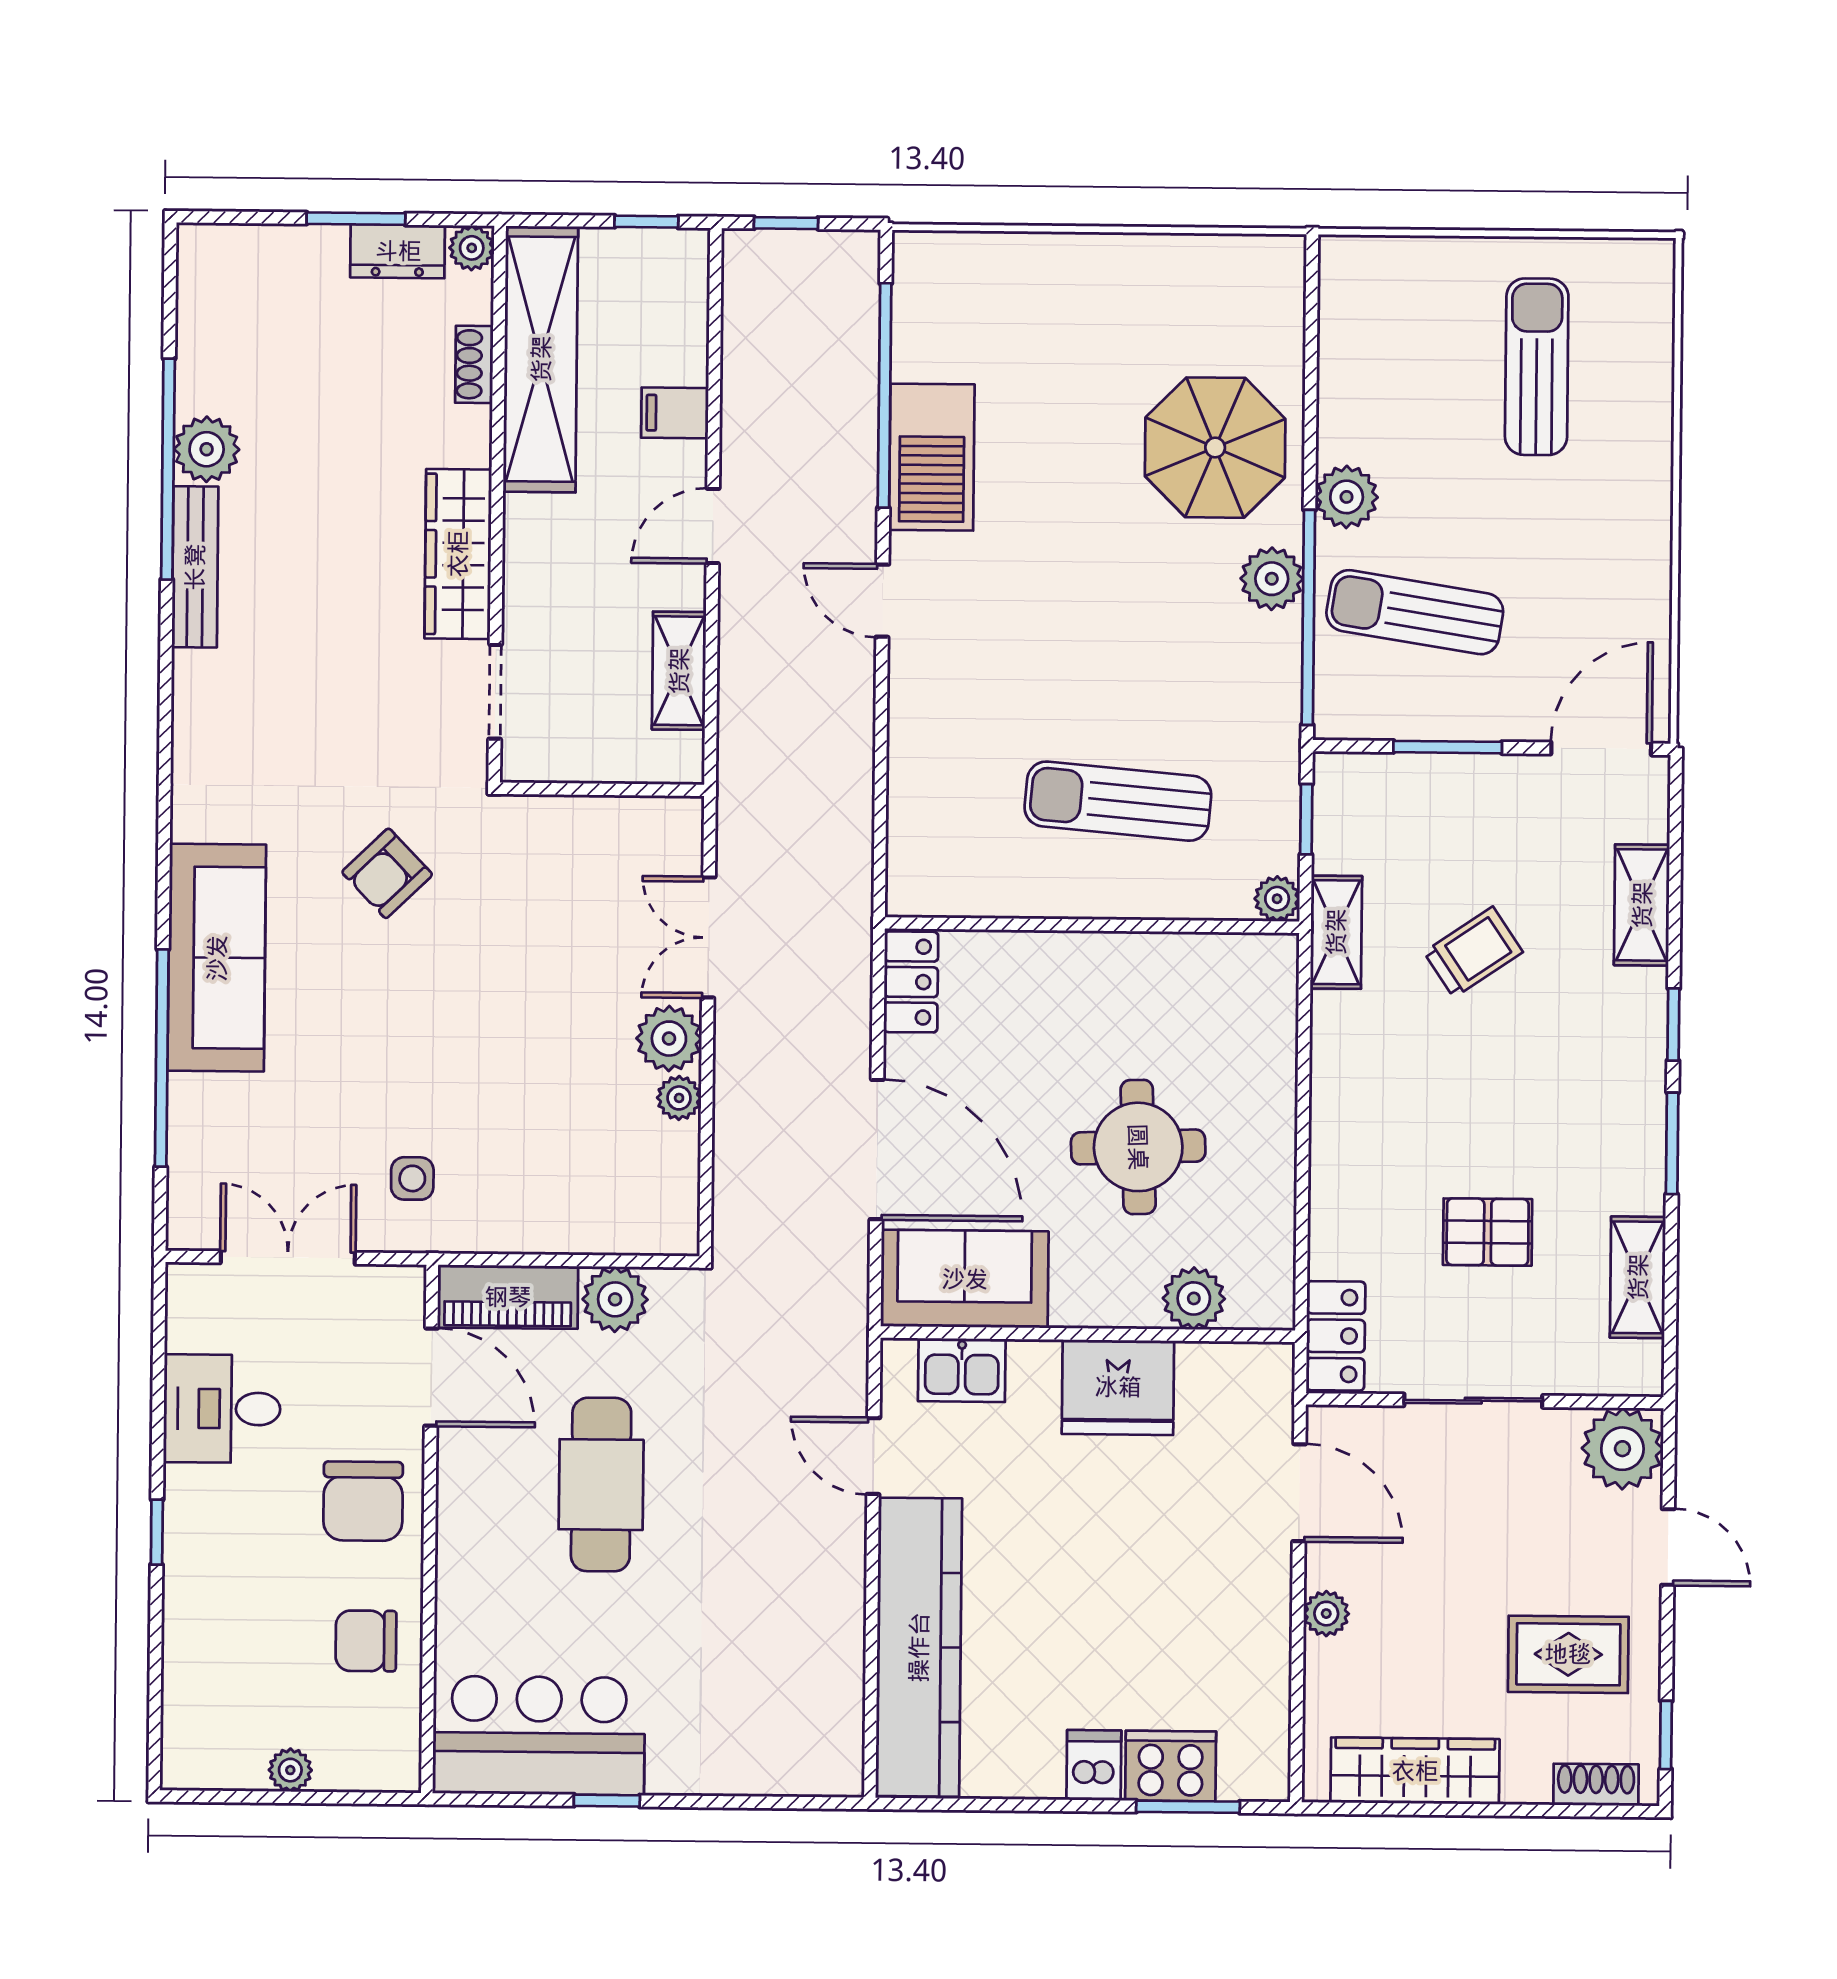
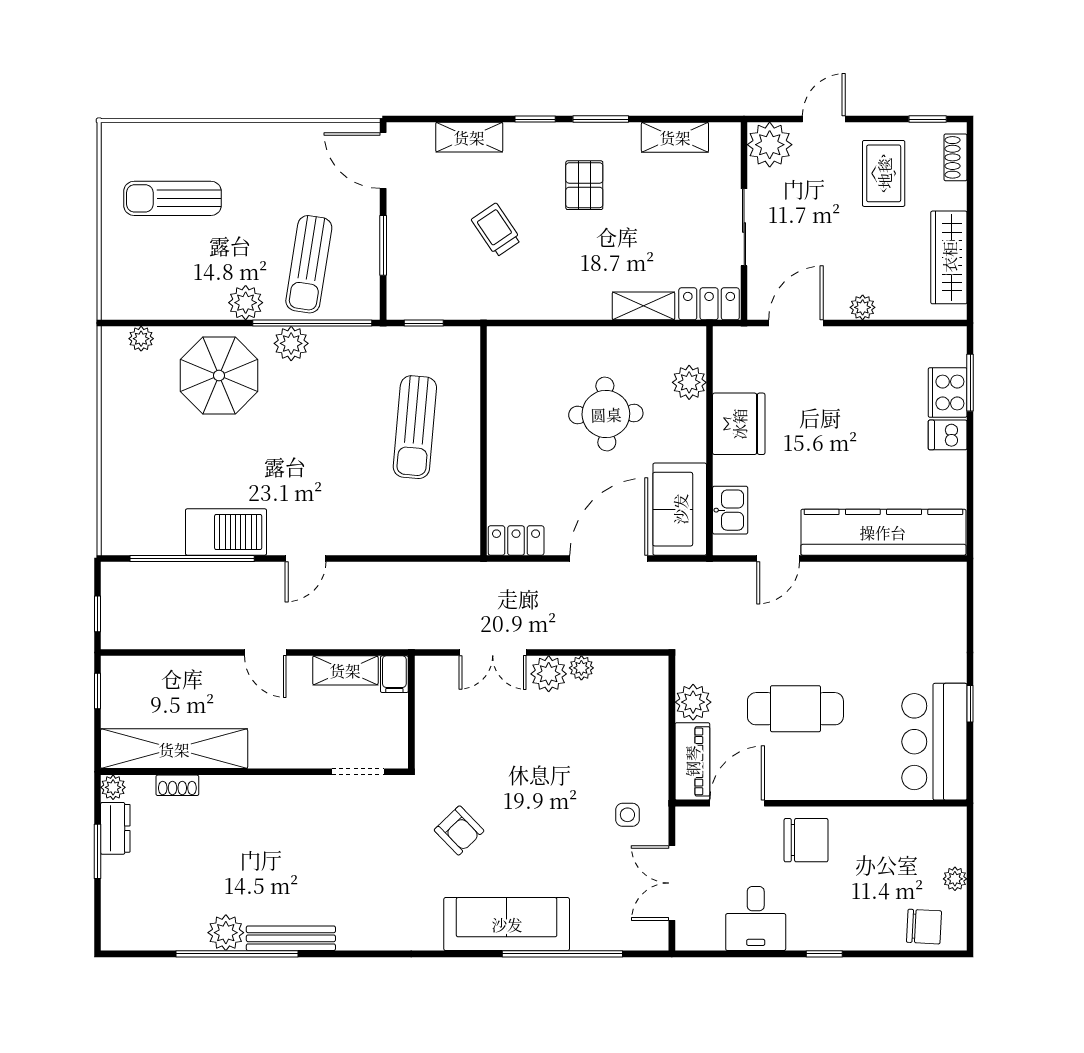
filing cabinet: (675, 413) -> (394, 674), moved
wardrobe: (458, 554) -> (282, 793), removed
plant: (1277, 899) -> (141, 339), moved
shelving: (1336, 932) -> (644, 306), moved
pallet: (1488, 1232) -> (584, 185), moved
chair: (366, 1641) -> (924, 927), moved, turned -87

